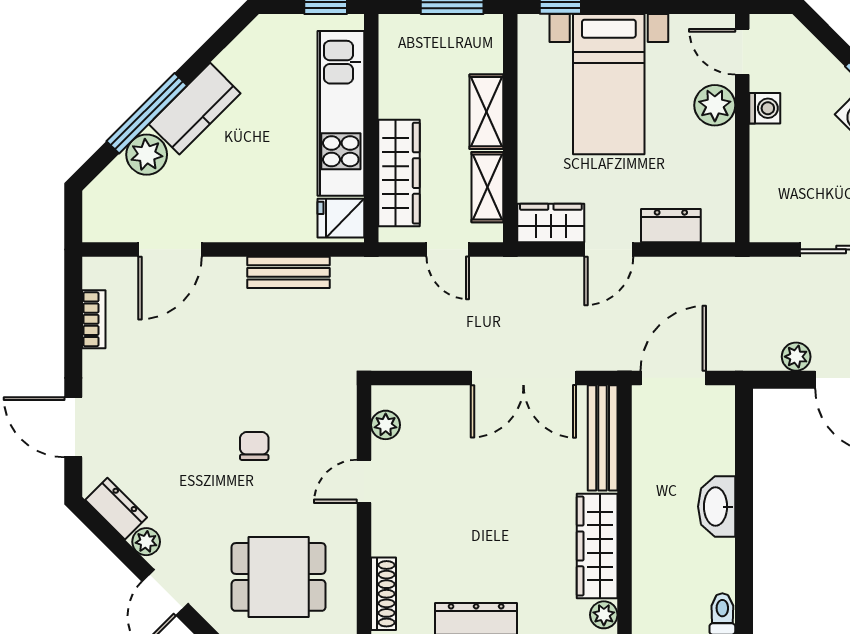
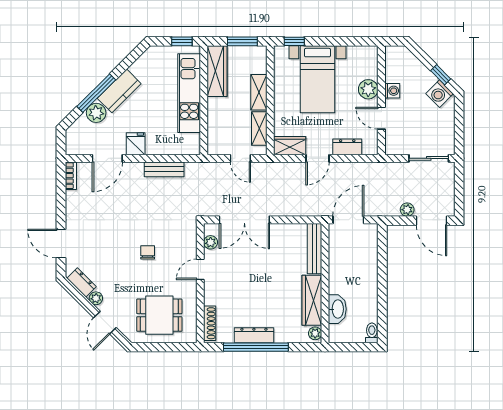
door: (742, 52) -> (381, 118), moved
wardrobe: (399, 173) -> (217, 71), moved
fridge: (341, 218) -> (136, 144), moved, turned 90
bookcase: (94, 319) -> (71, 176), moved
double door: (523, 378) -> (244, 220), moved
washbasin: (717, 507) -> (337, 309), moved, turned 180

